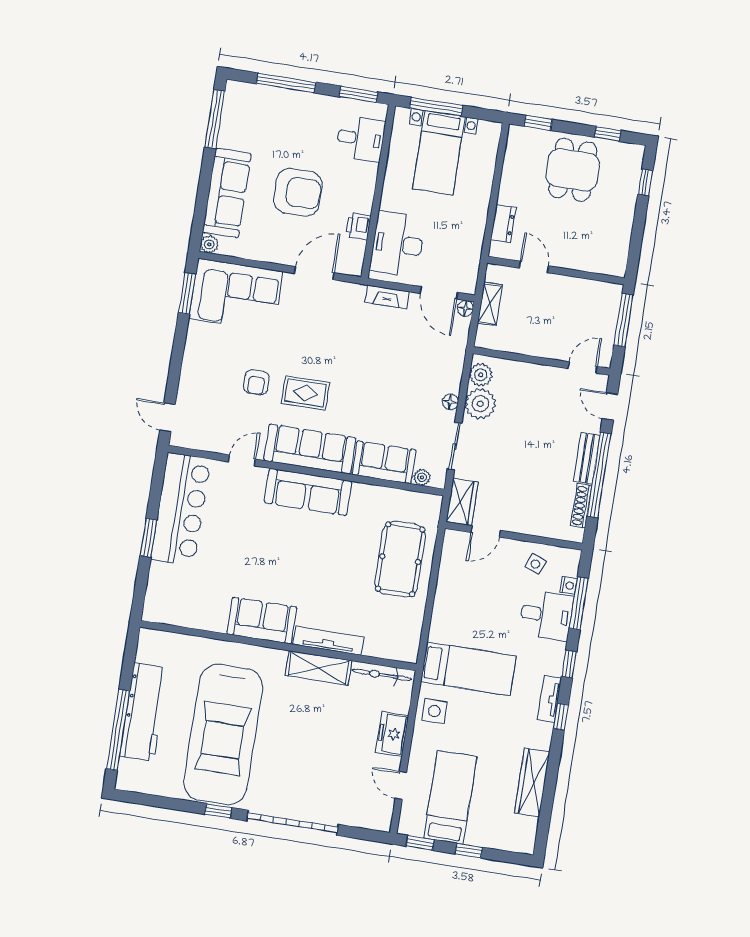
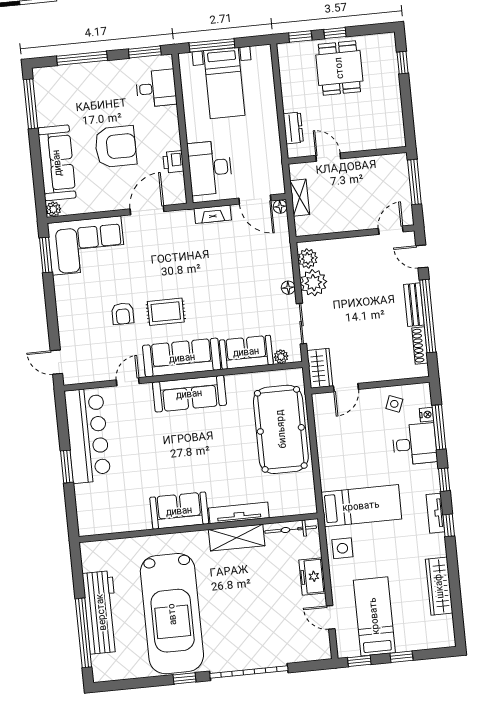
window: (608, 134) -> (335, 33), moved
pool table: (400, 559) -> (281, 429), width x1.36, depth x1.32

